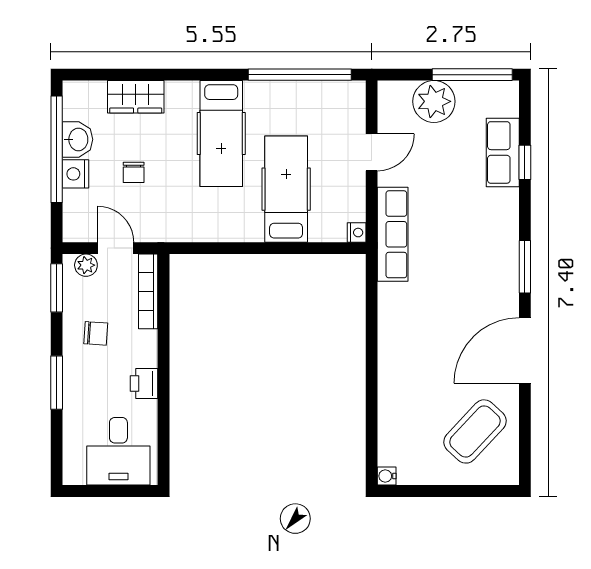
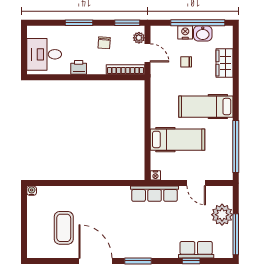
door: (116, 248) -> (147, 53), hinge flipped
coffee table: (475, 431) -> (64, 228), moved, turned 47

